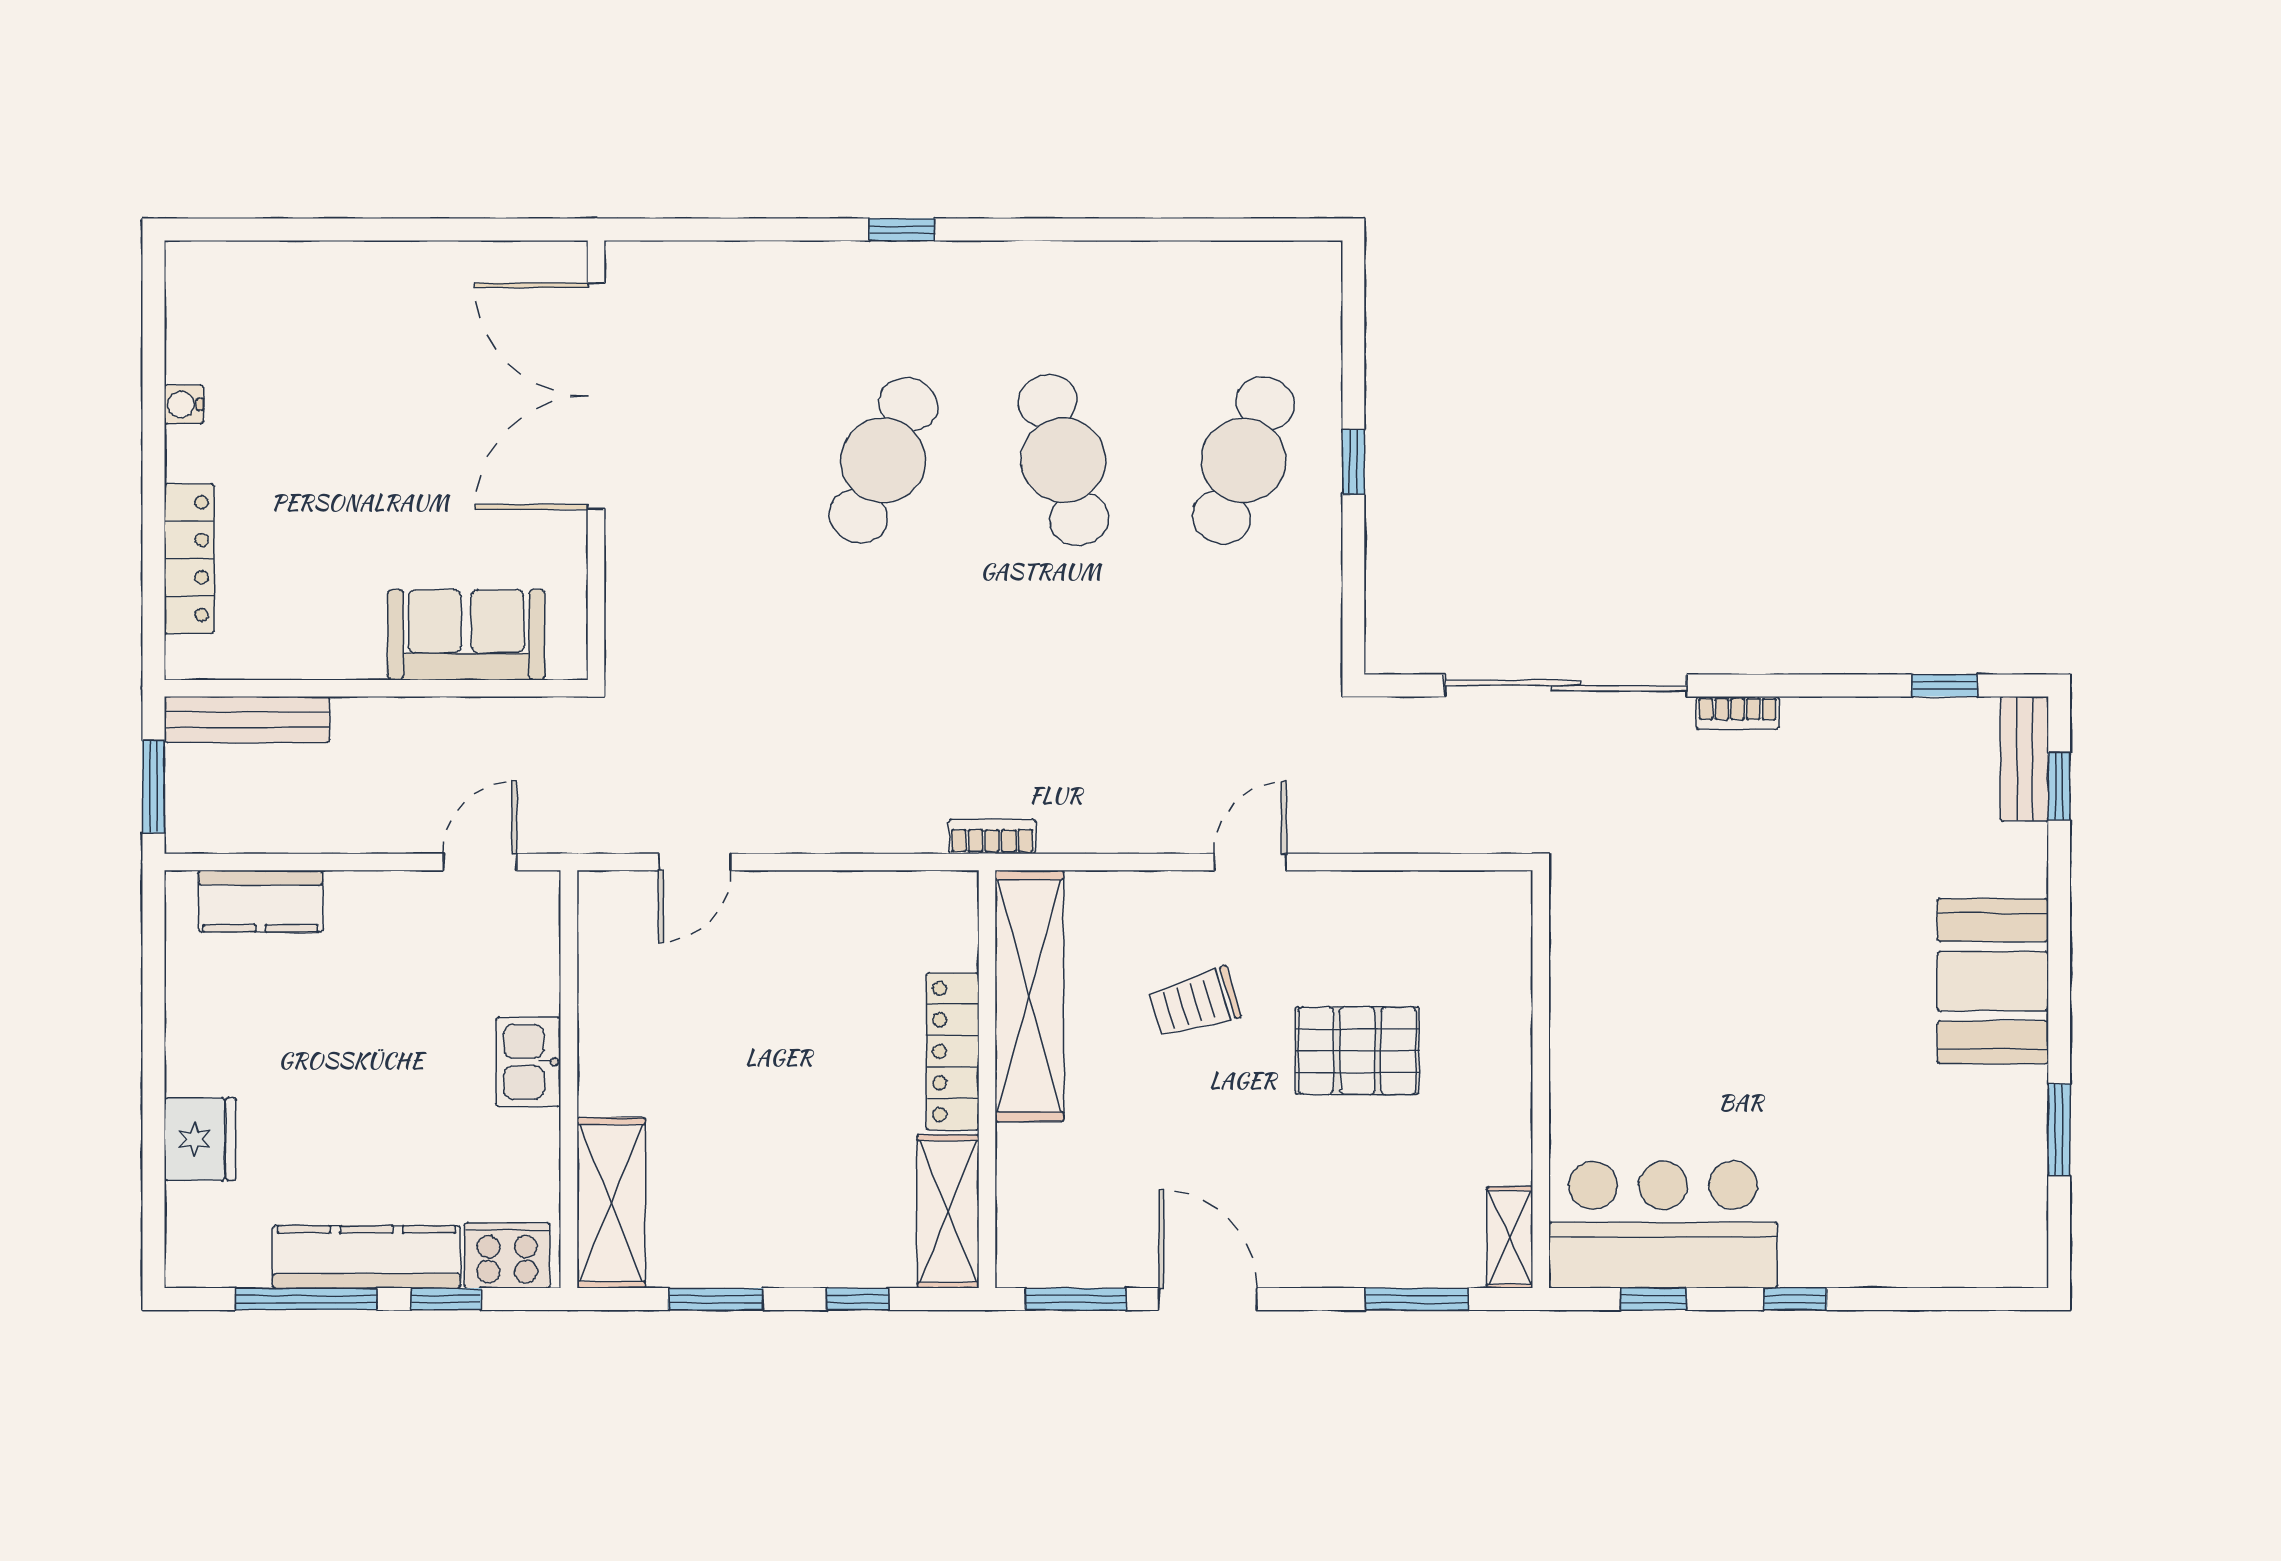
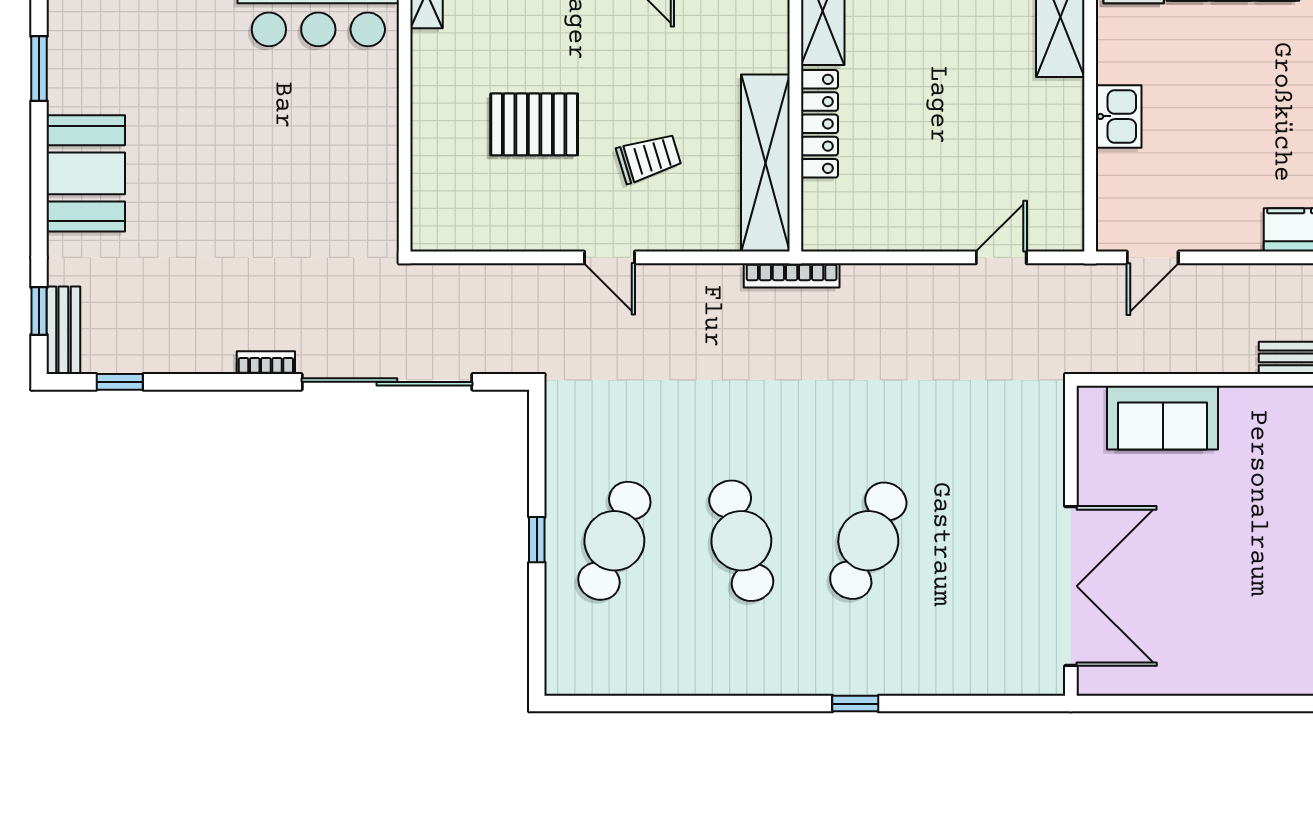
bookcase: (992, 837) -> (792, 275), width x1.56
door: (1250, 862) -> (610, 257), hinge flipped

